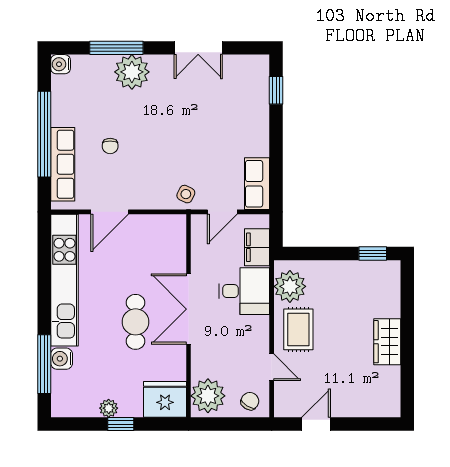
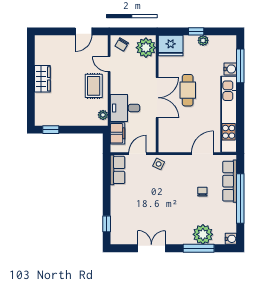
plant: (132, 72) -> (203, 234), moved
plant: (290, 286) -> (103, 115), width x0.53, depth x0.53

